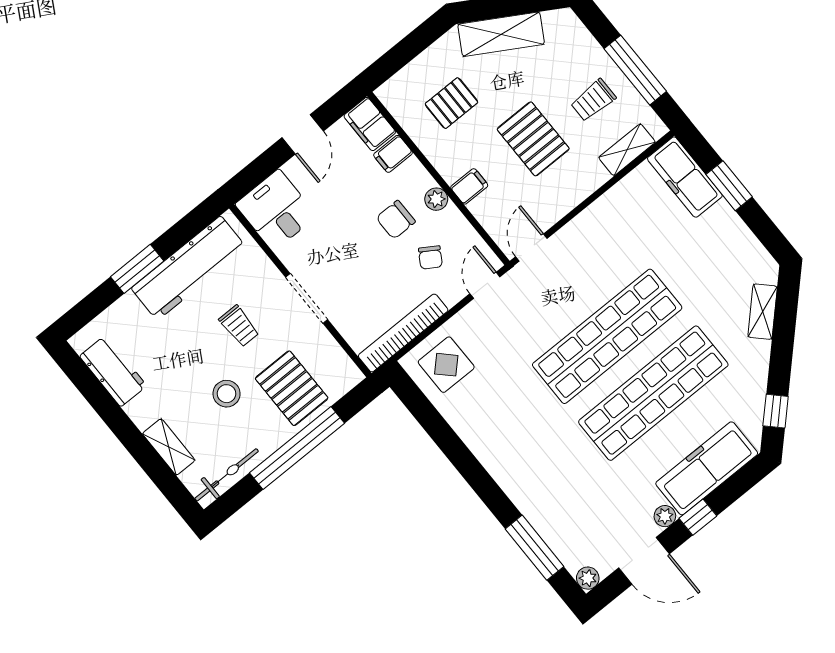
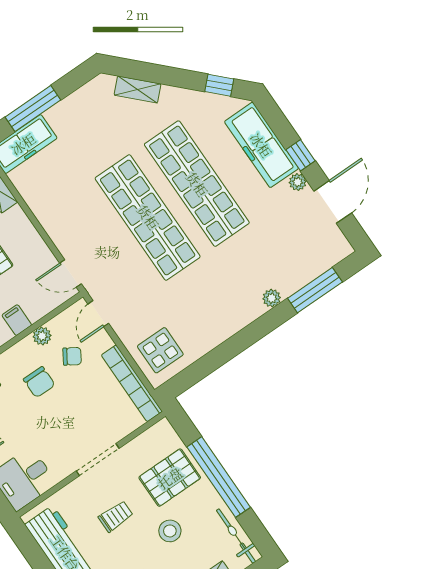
window: (729, 186) -> (33, 109), width x1.44
plant: (436, 199) -> (42, 336), moved
door: (485, 285) -> (98, 314), hinge flipped
plant: (588, 578) -> (272, 298), moved

